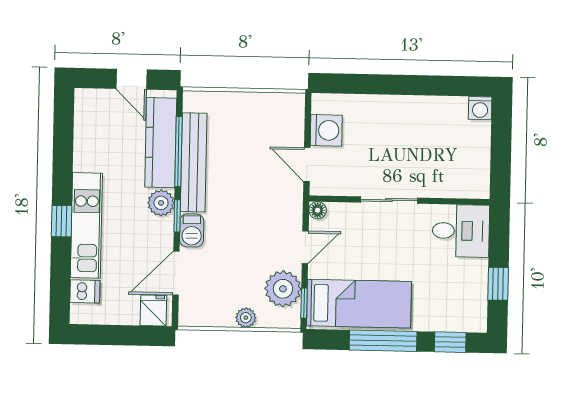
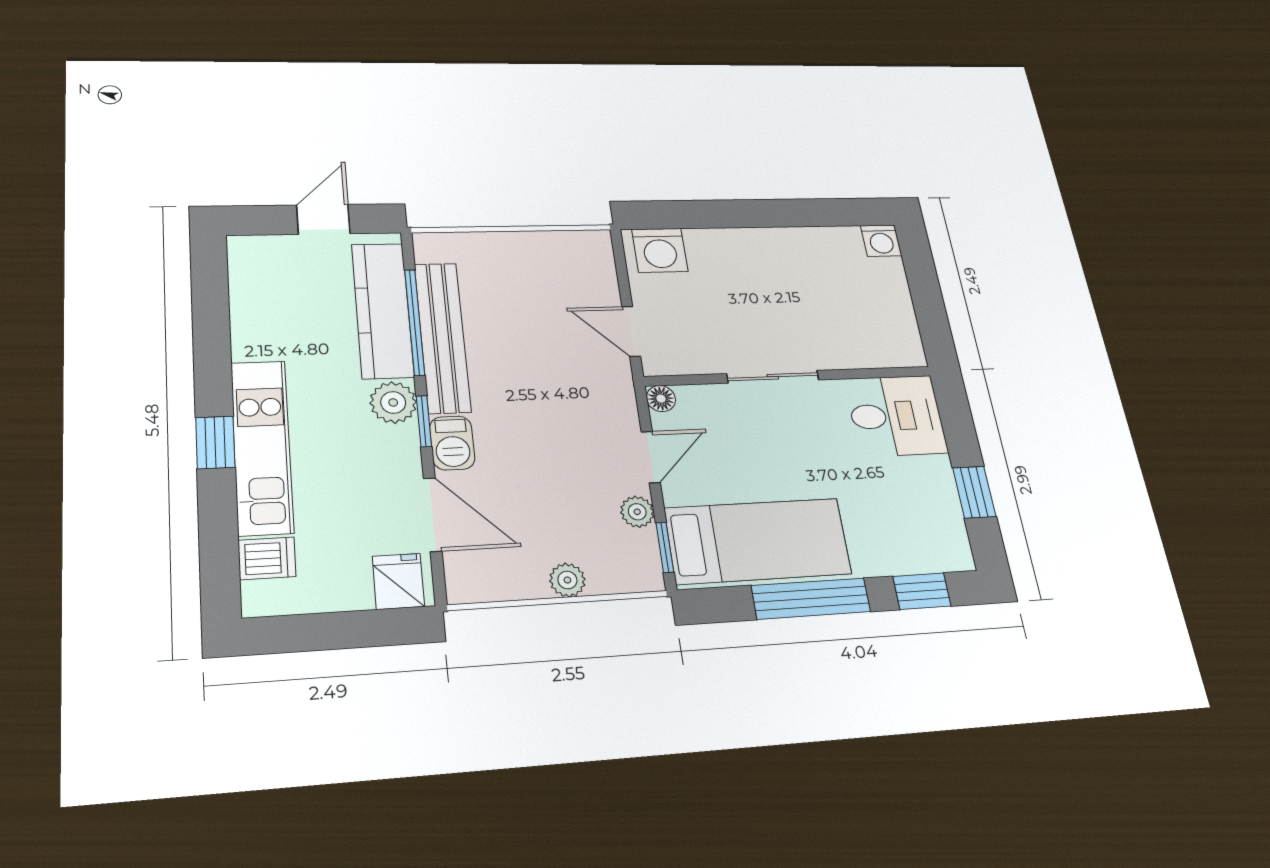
door: (132, 79) -> (323, 219), swing flipped
washing machine: (326, 130) -> (660, 250), moved, turned 90
door: (176, 273) -> (433, 514), swing flipped
plant: (283, 289) -> (637, 512), width x0.53, depth x0.53

